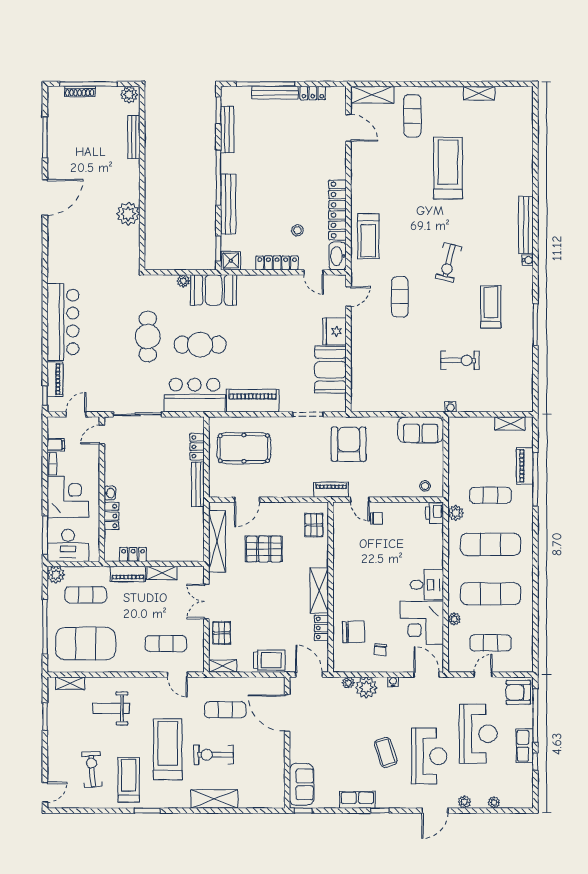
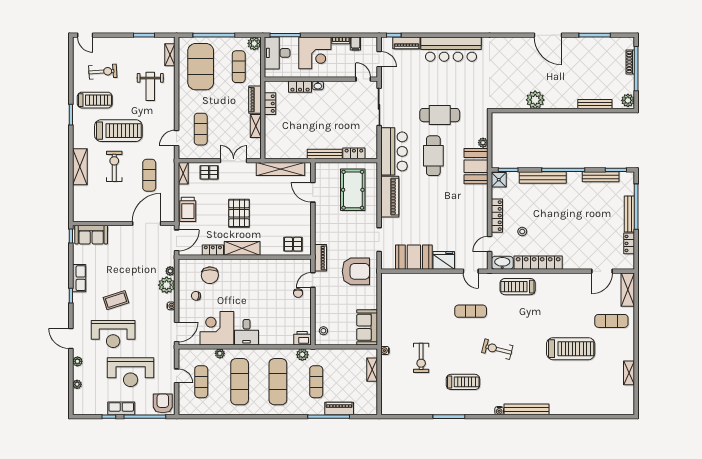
shelving: (510, 423) -> (372, 370), moved
pallet: (264, 549) -> (239, 213), moved
weight bench: (111, 708) -> (150, 86), turned 180

